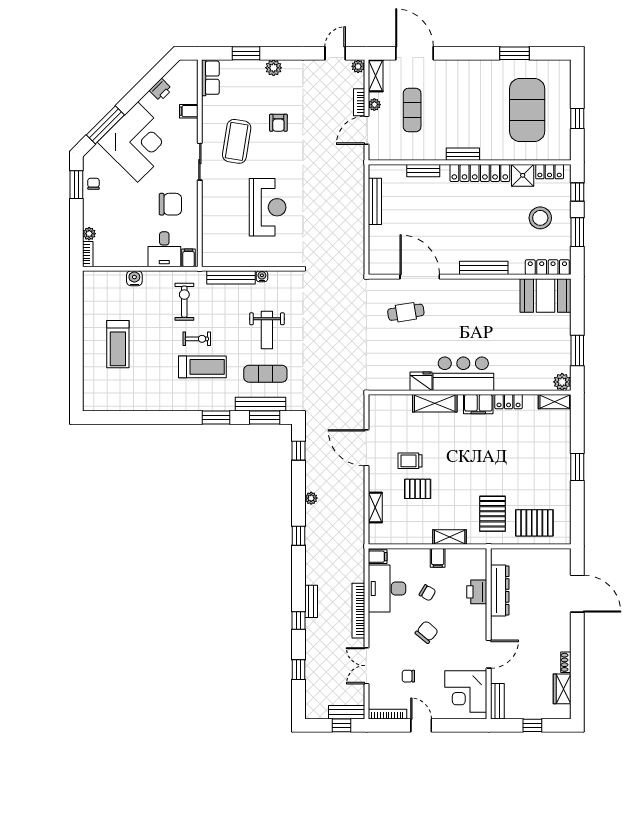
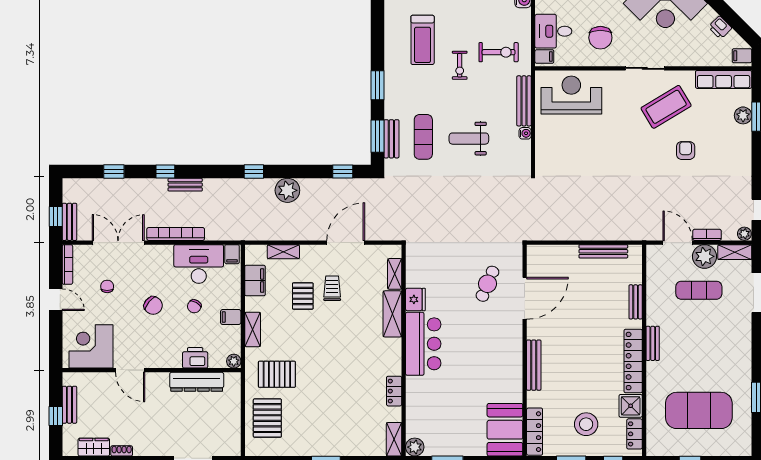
plant: (274, 68) -> (743, 115), moved
row of seats: (210, 78) -> (724, 79), width x1.48
plant: (374, 105) -> (705, 256), width x1.87, depth x1.87
filing cabinet: (189, 111) -> (742, 56), moved, turned -90
armchair: (278, 123) -> (686, 151), turned 90
coffee table: (237, 141) -> (666, 107), turned -40
reception desk: (268, 207) -> (571, 95), moved, turned 180
cafe table: (406, 312) -> (487, 284), turned 32
treadmill: (202, 367) -> (423, 40), moved
shelving: (396, 401) -> (395, 274), added
bench: (260, 404) -> (391, 139), width x0.73
filing cabinet: (478, 404) -> (255, 281), moved, turned 180
plant: (311, 498) -> (287, 190), width x1.88, depth x1.88
plant: (480, 555) -> (234, 361), added
double door: (366, 666) -> (118, 243), width x1.37
bench: (497, 701) -> (69, 405), moved, turned 90
door: (421, 725) -> (56, 300), hinge flipped

